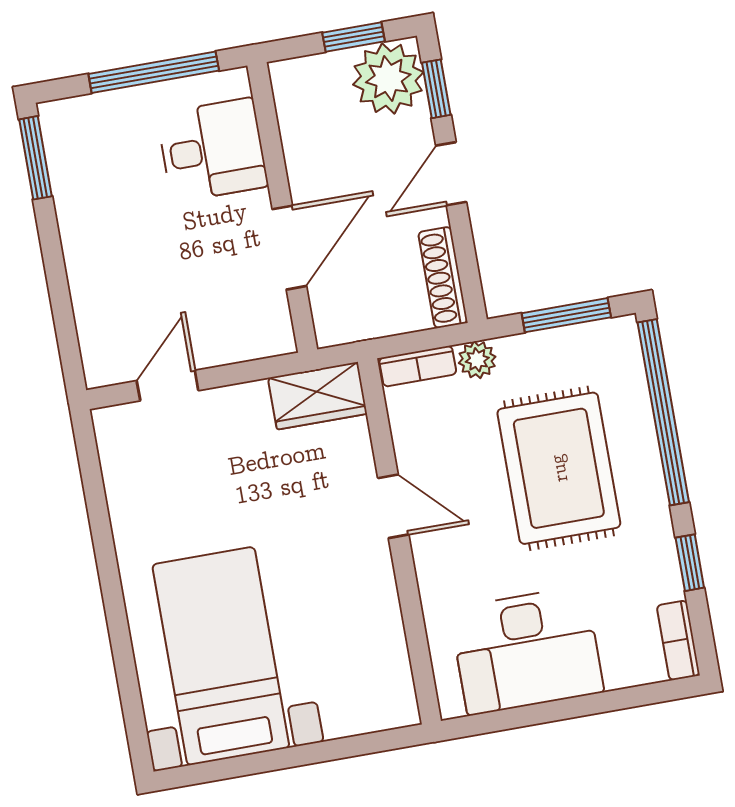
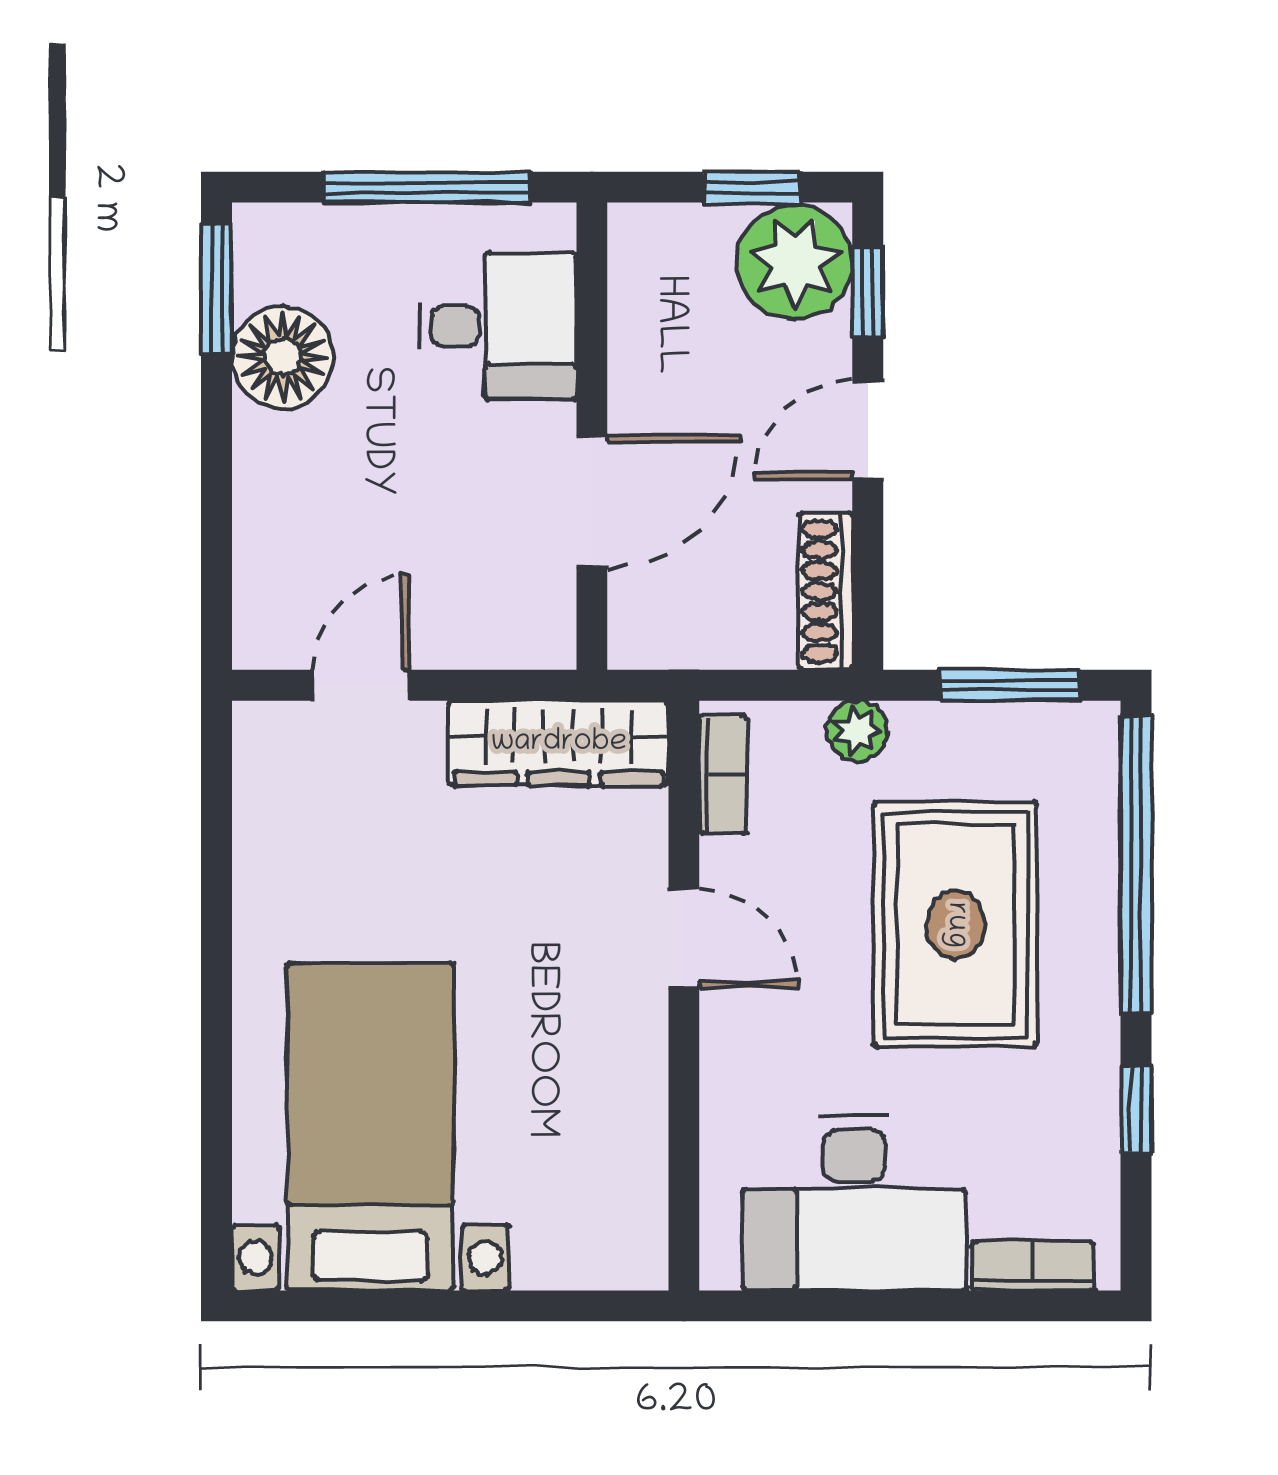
floor lamp: (84, 192) -> (283, 357), added
bookcase: (418, 366) -> (723, 775), moved, turned -90
wardrobe: (318, 396) -> (559, 743), width x1.50
bookcase: (678, 640) -> (1033, 1266), moved, turned 90

